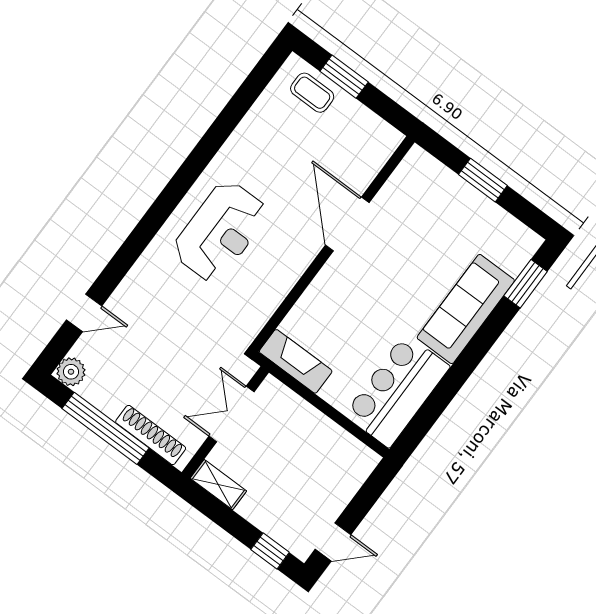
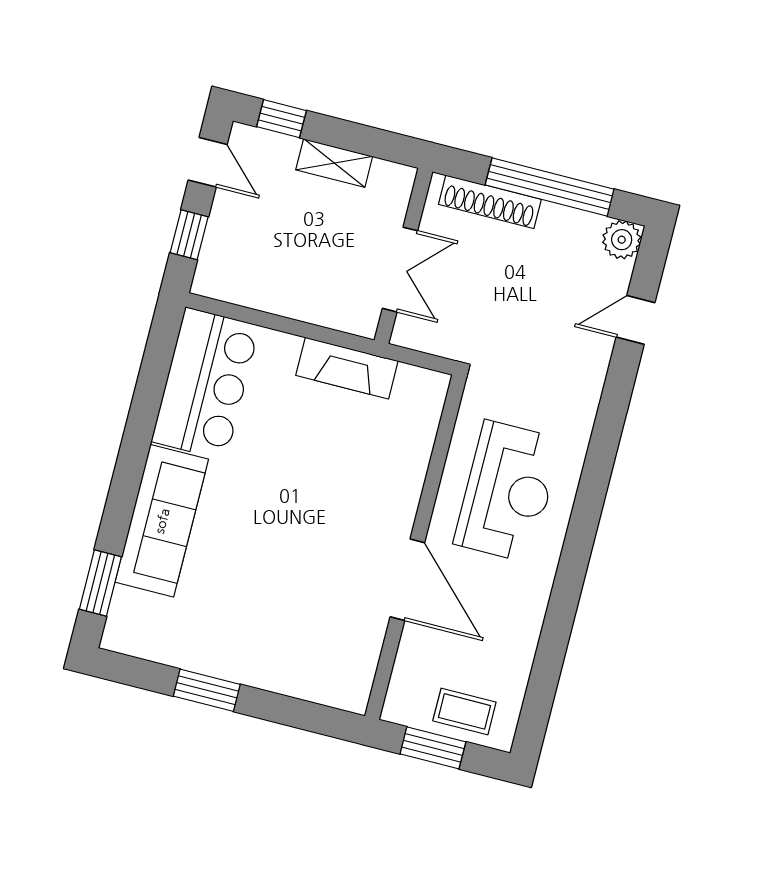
door: (347, 224) -> (407, 580), moved
reception desk: (220, 231) -> (508, 491), turned 180
wall: (332, 244) -> (416, 547), moved
shelving: (218, 485) -> (334, 163), moved
window: (366, 497) -> (189, 235), added
door: (333, 542) -> (208, 162), swing flipped

